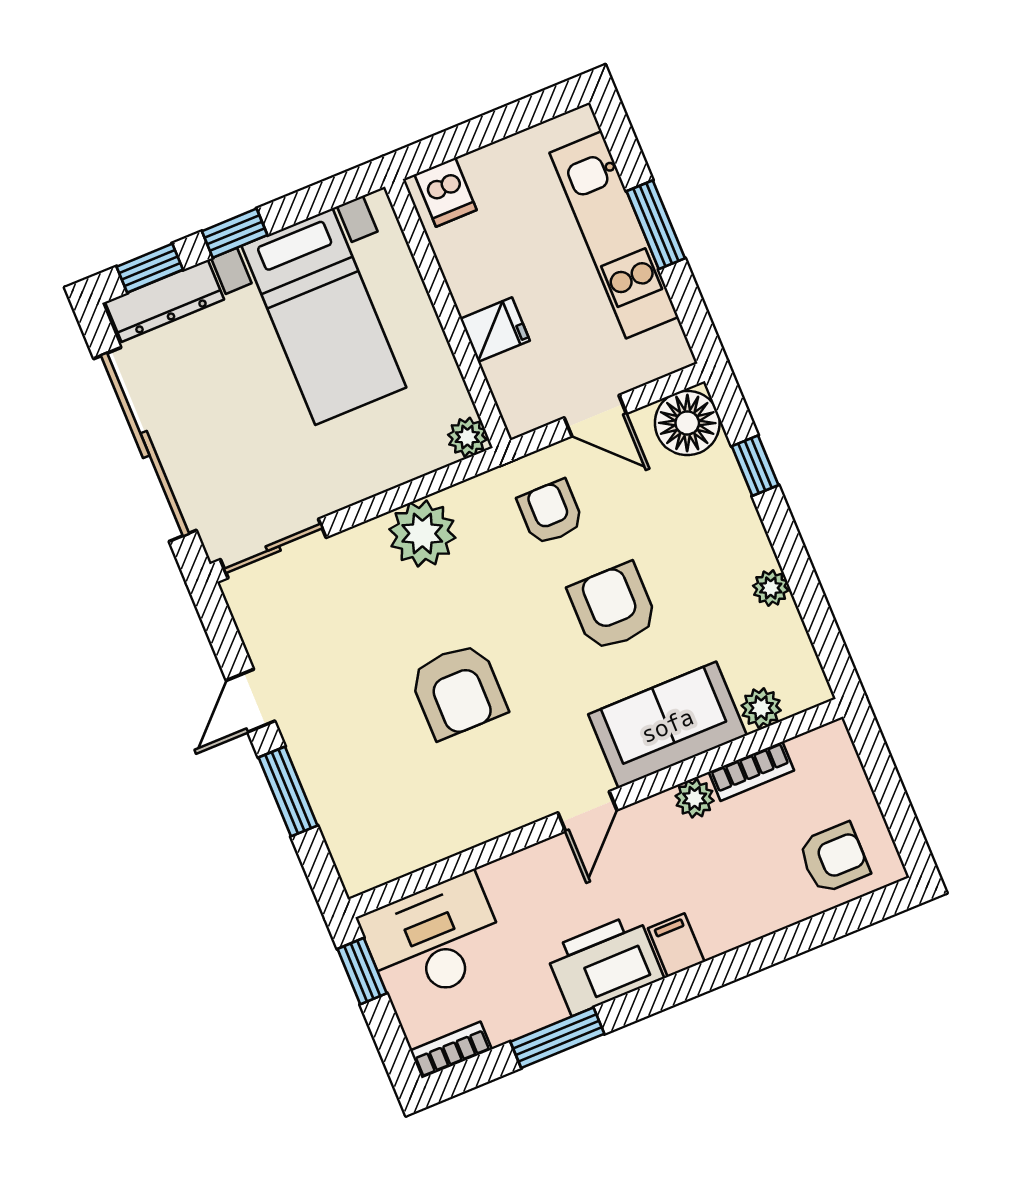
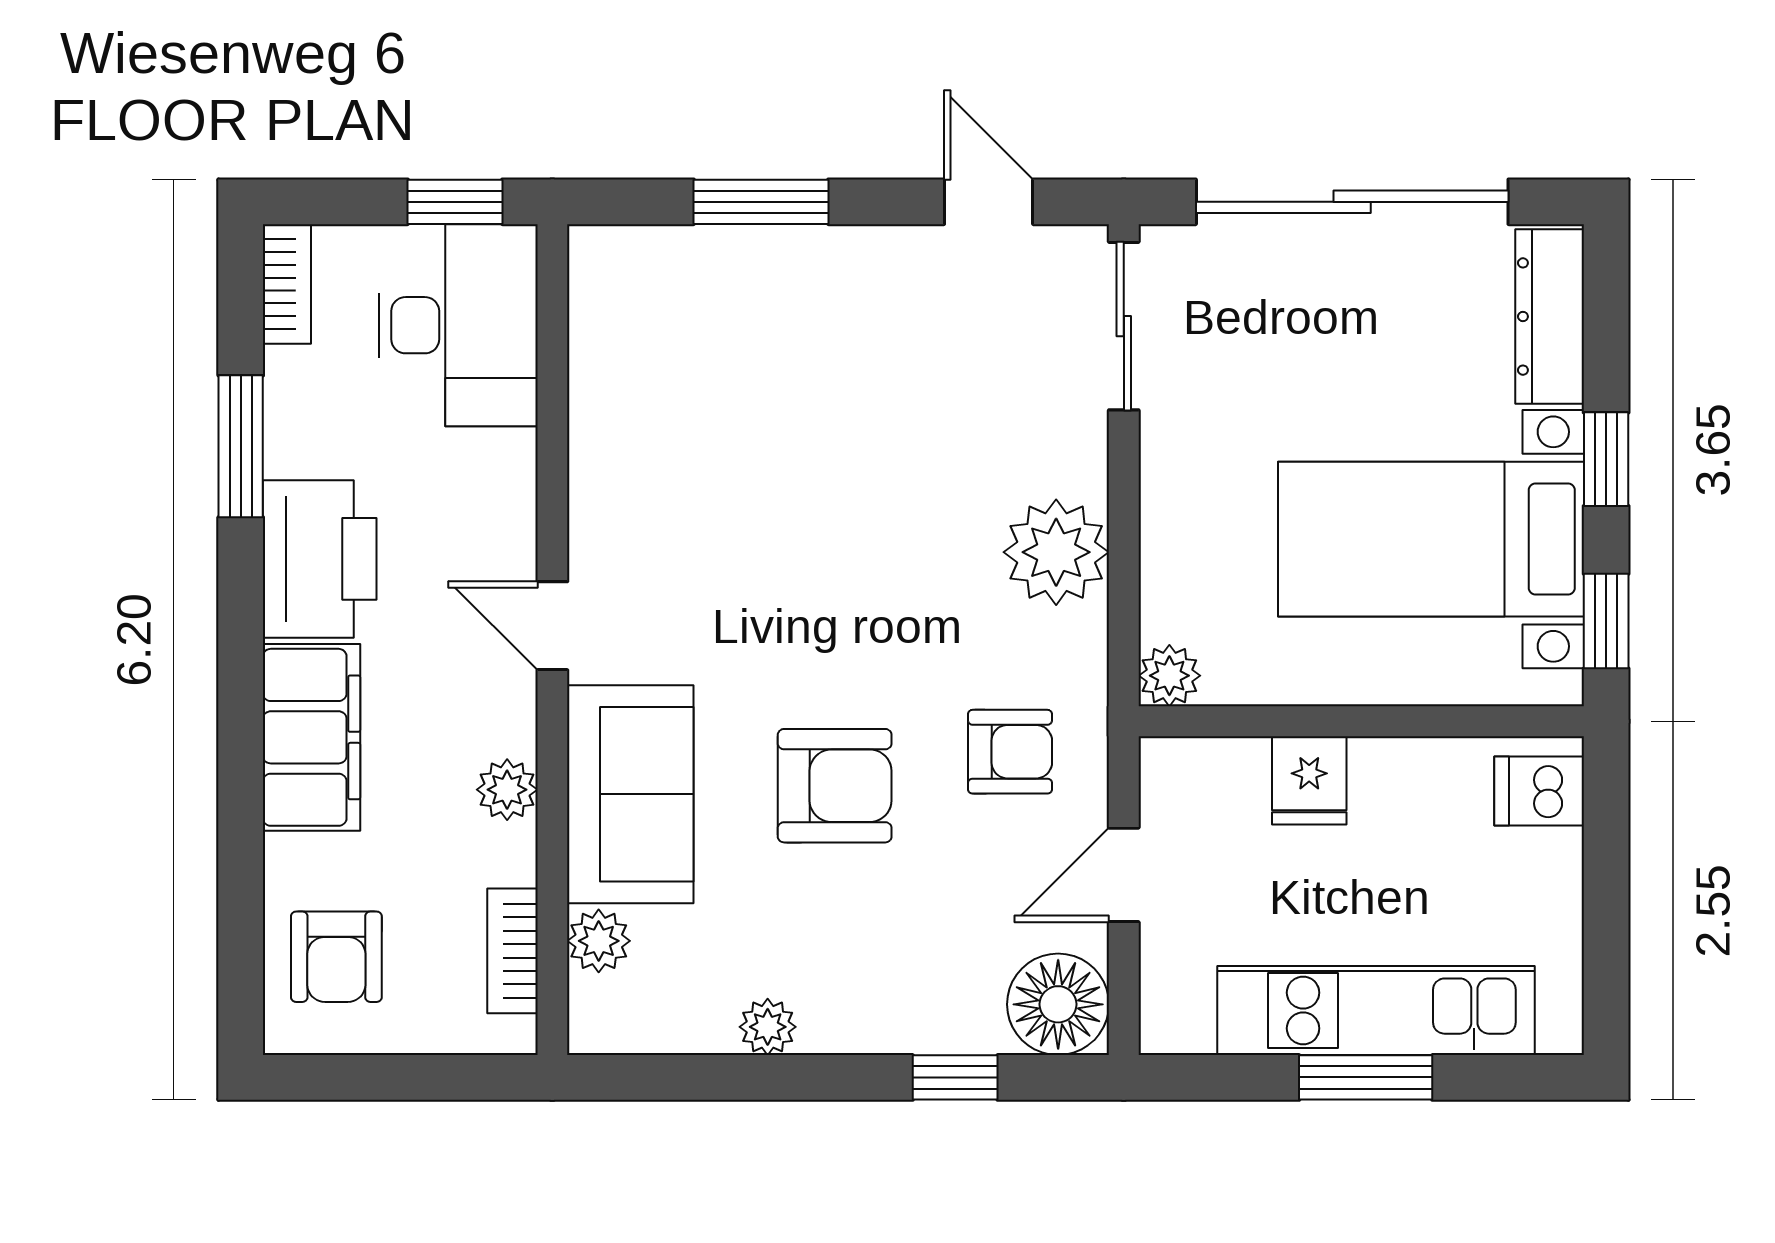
window: (150, 268) -> (1606, 621), moved
armchair: (458, 691) -> (806, 510), removed
door: (251, 701) -> (989, 202), moved
bookcase: (751, 771) -> (512, 951), moved
filing cabinet: (676, 945) -> (311, 737), width x3.00, depth x1.17

